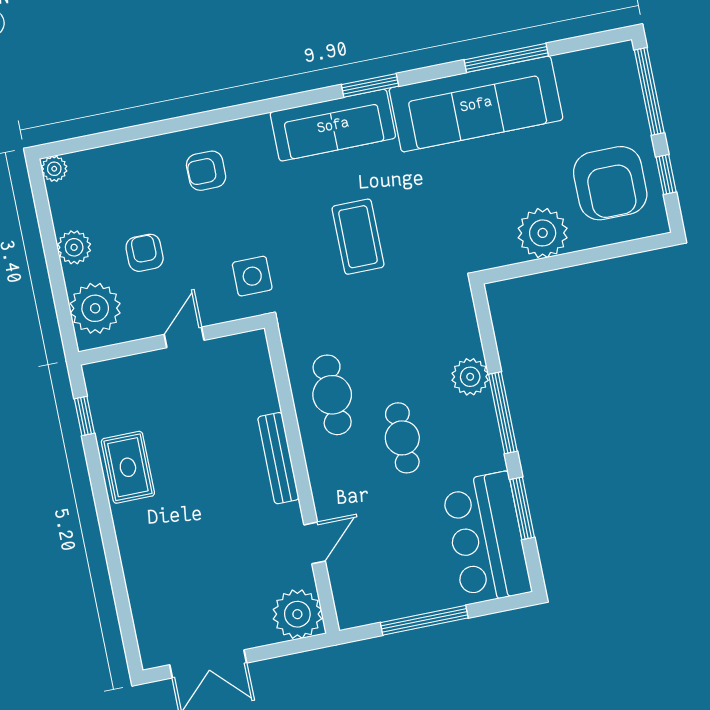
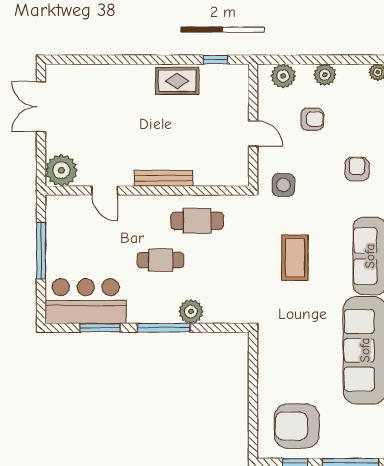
plant: (543, 233) -> (274, 376), removed
coffee table: (358, 237) -> (295, 258), turned 90
plant: (95, 308) -> (283, 76), width x0.73, depth x0.73

